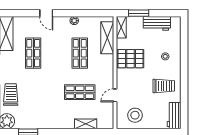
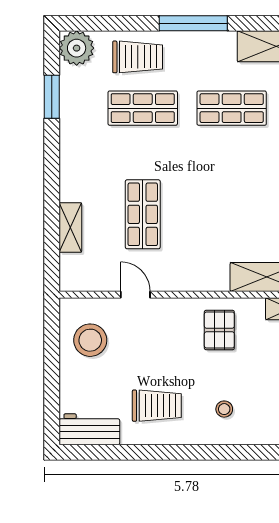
shop shelf: (80, 53) -> (143, 108), moved
pallet: (131, 59) -> (219, 330), width x0.67, depth x0.71
trolley: (164, 86) -> (157, 406), turned -90

